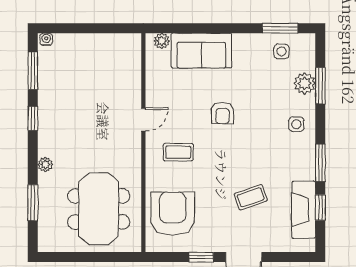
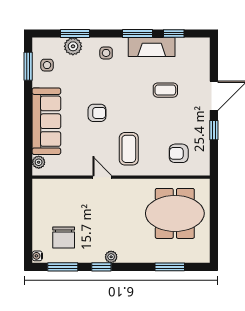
sofa: (201, 51) -> (46, 121), width x1.36
chair: (69, 72) -> (64, 237), added
coffee table: (178, 152) -> (129, 149), width x1.36, depth x1.30
plant: (45, 164) -> (111, 257), moved
coffee table: (251, 197) -> (165, 90), turned -71
fireplace: (304, 210) -> (152, 47), moved
armchair: (173, 214) -> (179, 153), width x0.53, depth x0.53

